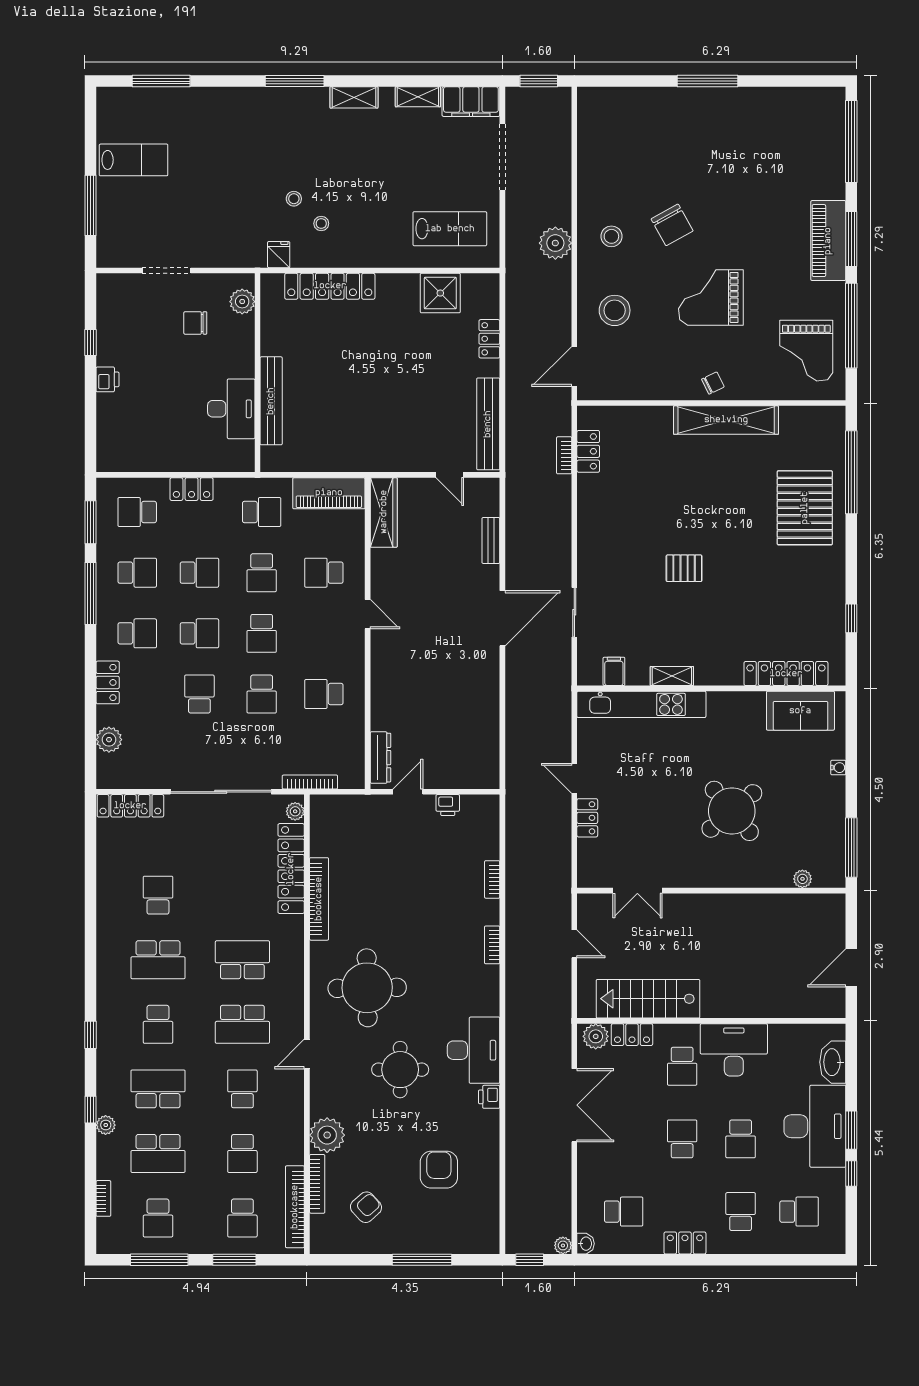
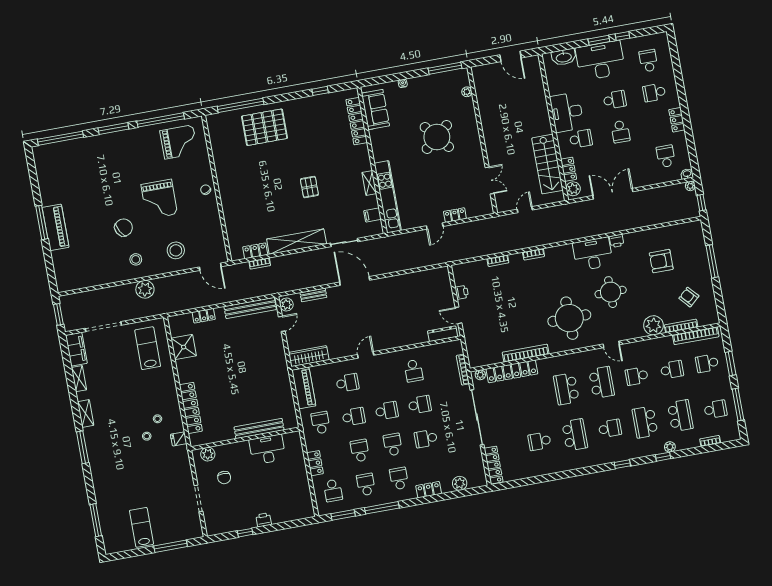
piano: (828, 241) -> (56, 227), moved, turned -90
shelving: (726, 420) -> (297, 242), moved, turned 90
plant: (483, 490) -> (286, 305), added
school desk: (324, 573) -> (347, 383), turned -90
school desk: (682, 1139) -> (620, 132), turned -90
school desk: (242, 1218) -> (707, 363), turned 180

